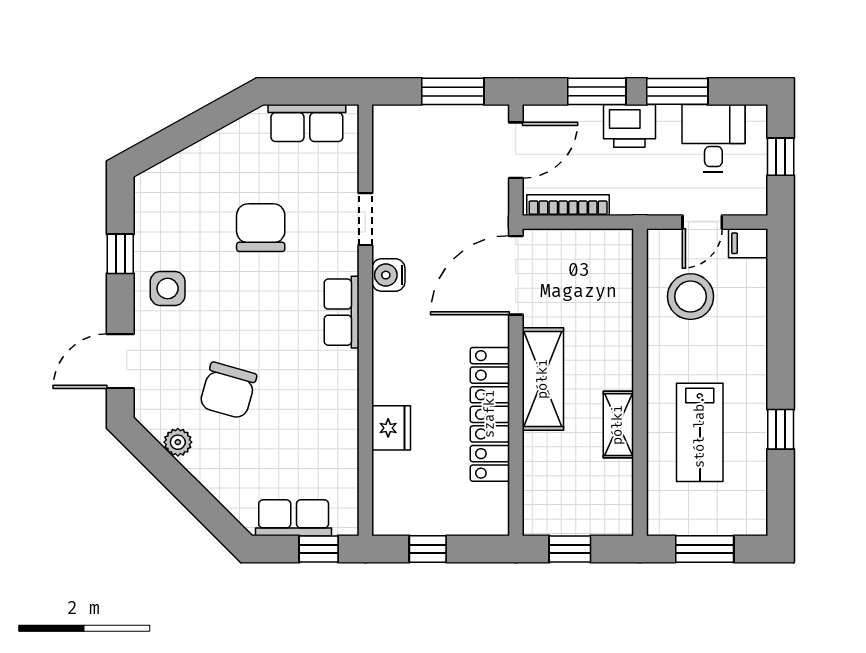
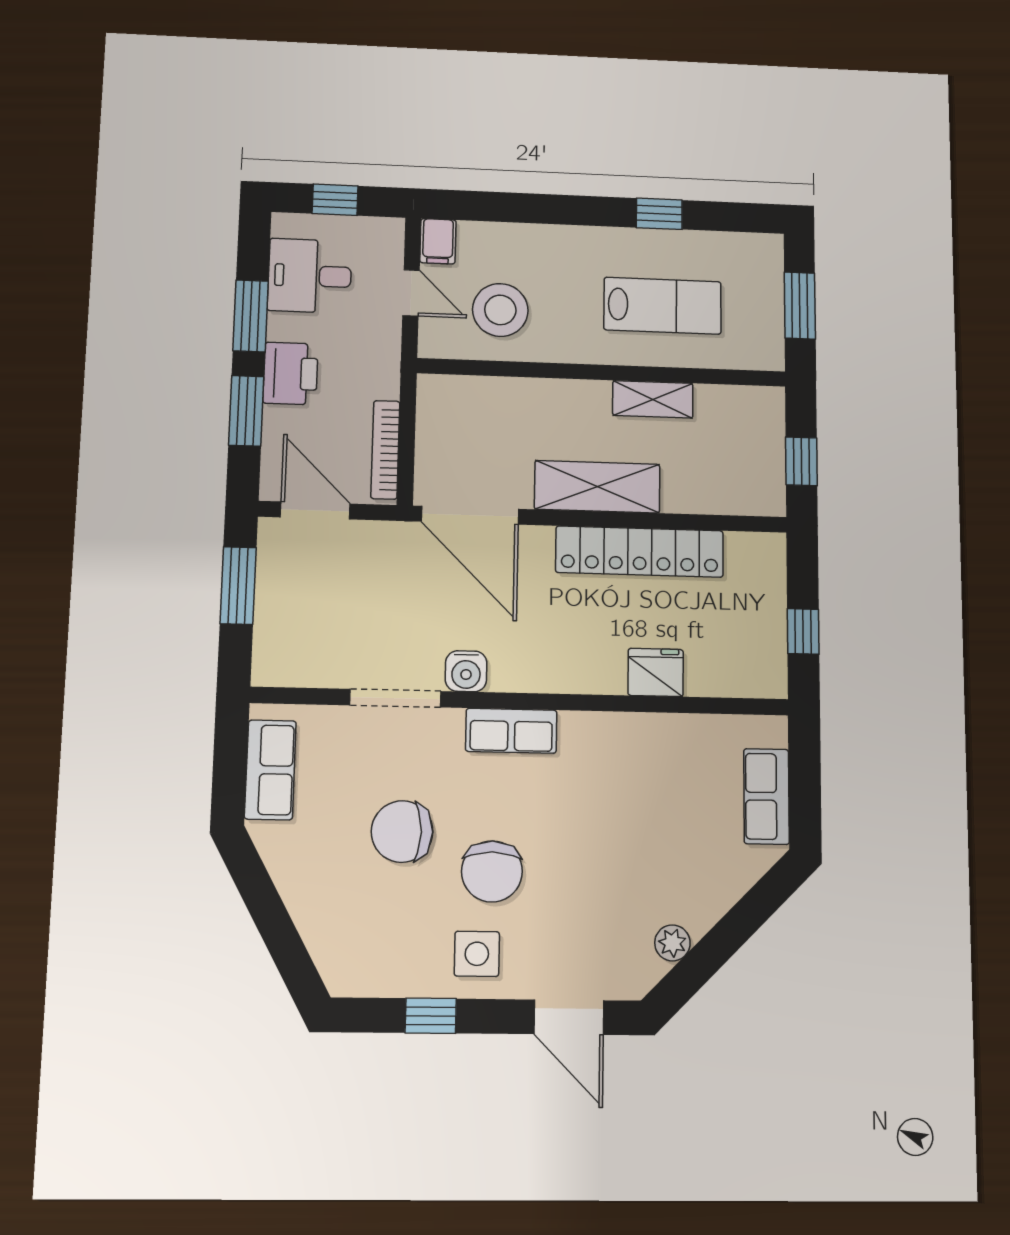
doorway: (365, 219) -> (395, 698), width x1.38
chair: (228, 391) -> (492, 871), moved, turned 74
window: (319, 549) -> (805, 766), removed

